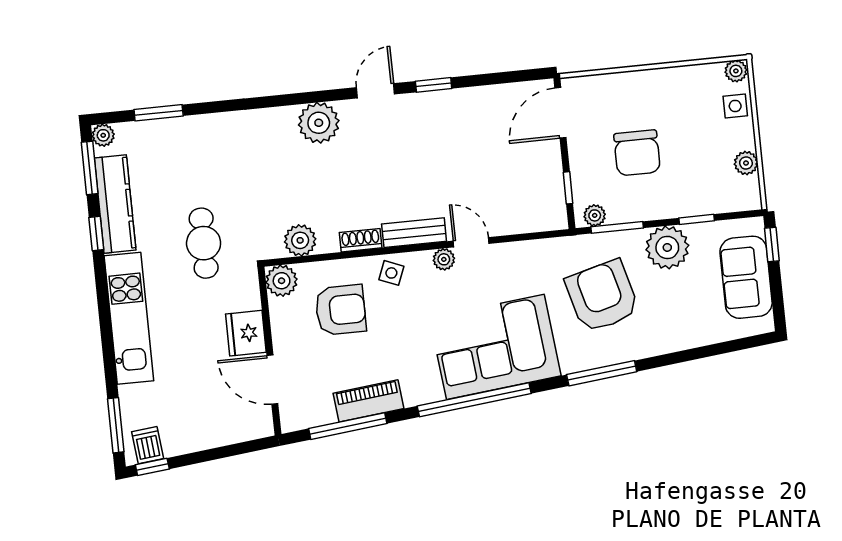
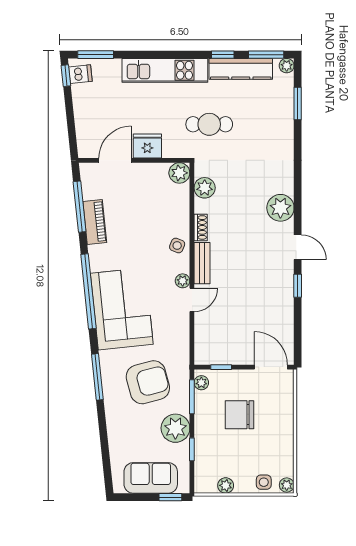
armchair: (341, 310) -> (156, 210), removed

